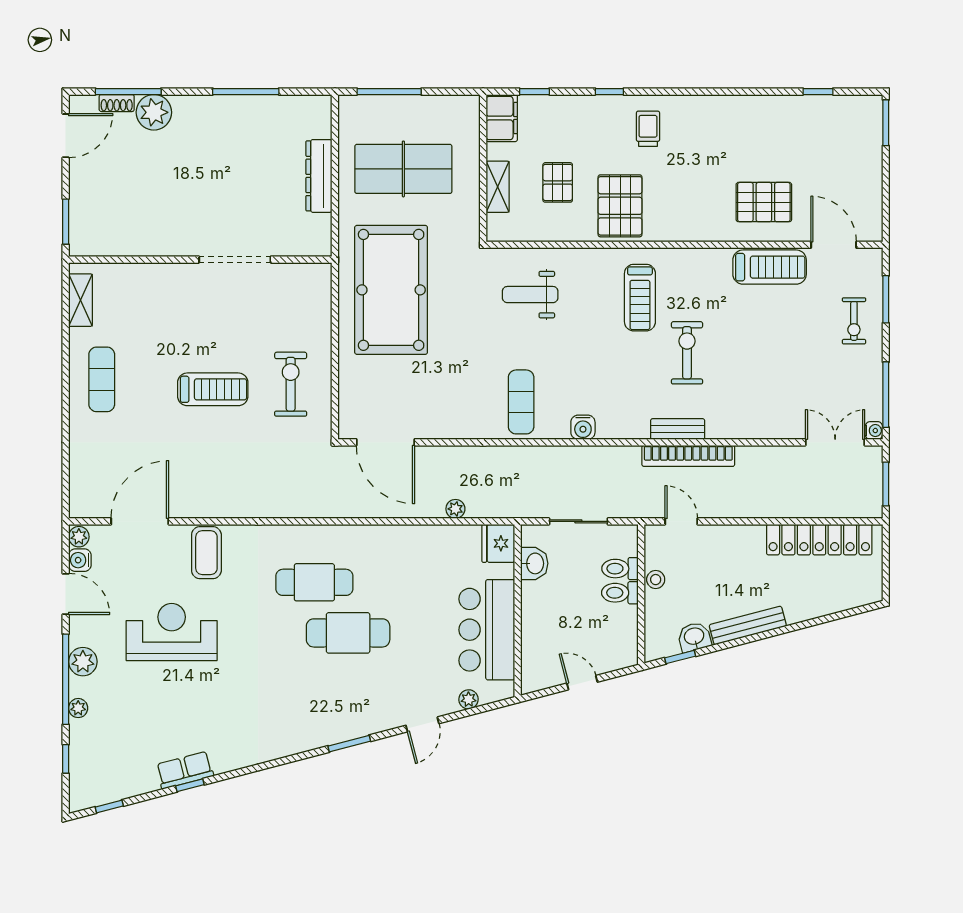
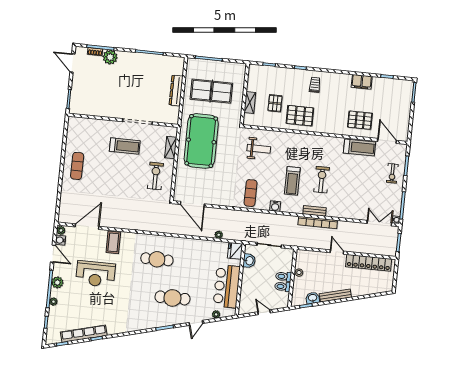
filing cabinet: (502, 118) -> (362, 82), moved, turned 90
door: (66, 136) -> (72, 63), swing flipped
pallet: (620, 206) -> (300, 116), turned 90
weight bench: (530, 295) -> (259, 149), turned 180
treadmill: (640, 298) -> (292, 181), moved
shelving: (80, 300) -> (171, 148), moved
treadmill: (213, 389) -> (125, 146), moved
door: (681, 521) -> (337, 252), moved
toilet: (620, 569) -> (283, 287), moved
reception desk: (172, 632) -> (96, 274), turned 180
cafe table: (348, 633) -> (172, 298), moved
row of seats: (185, 770) -> (84, 334), width x2.02

